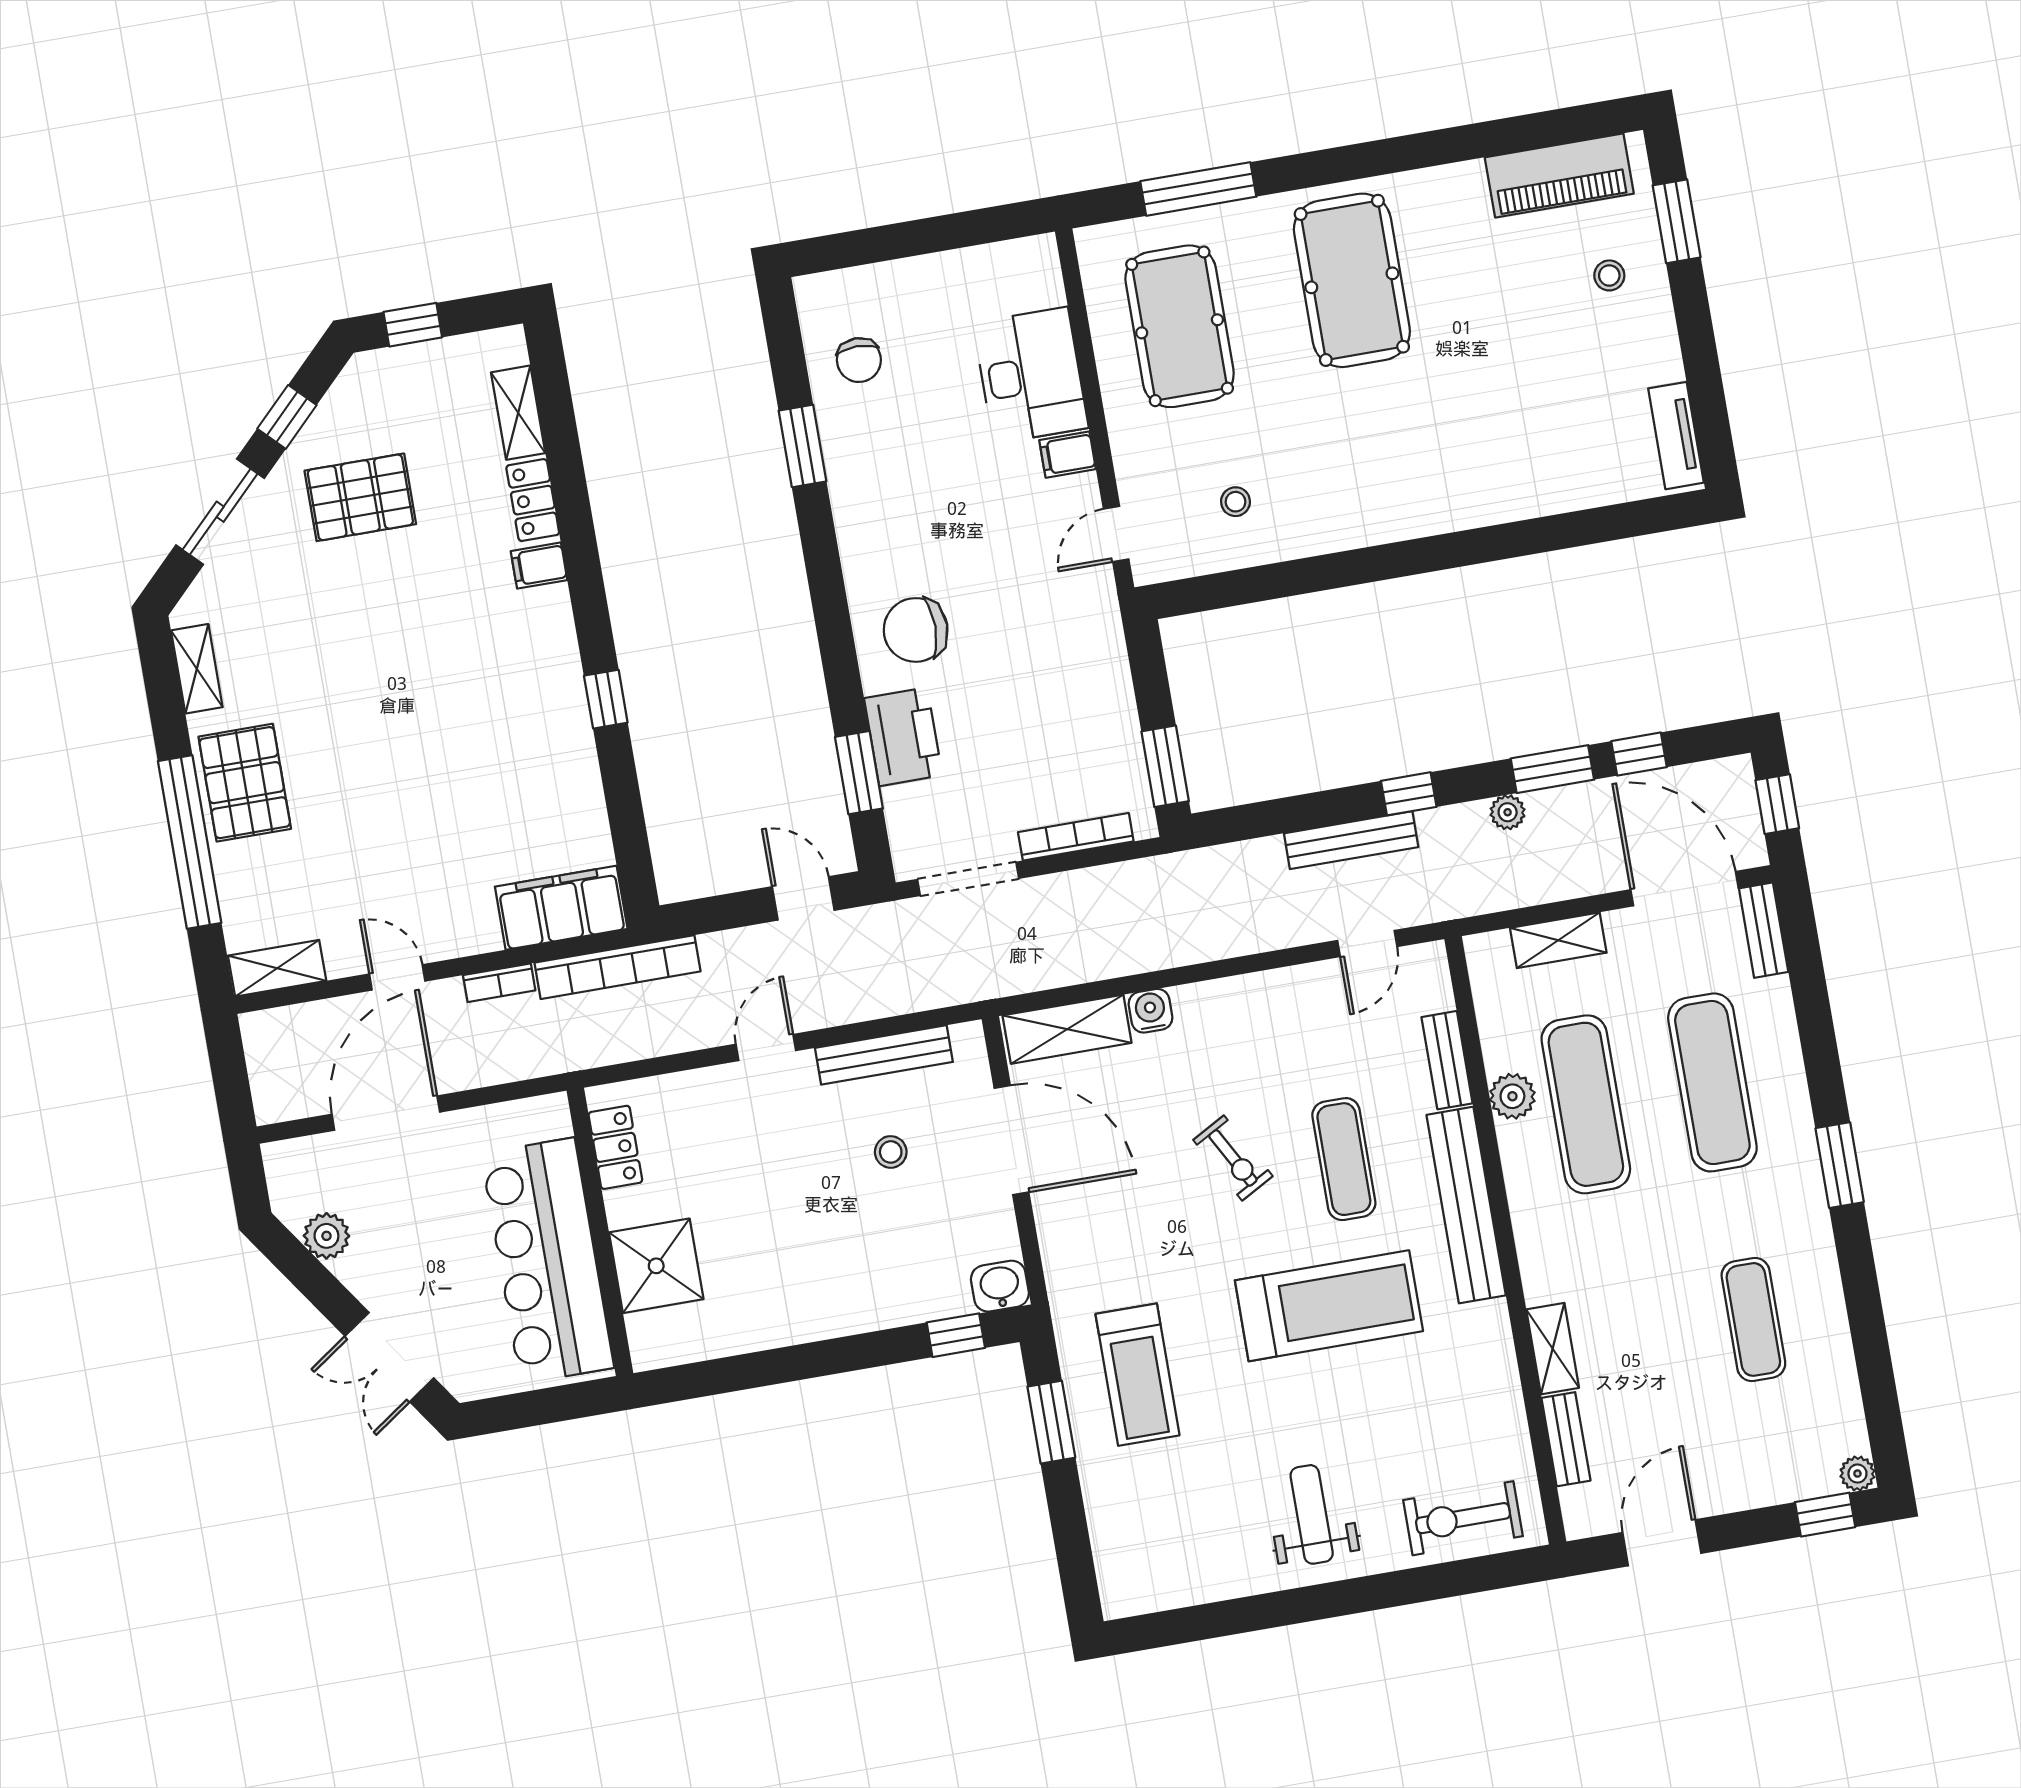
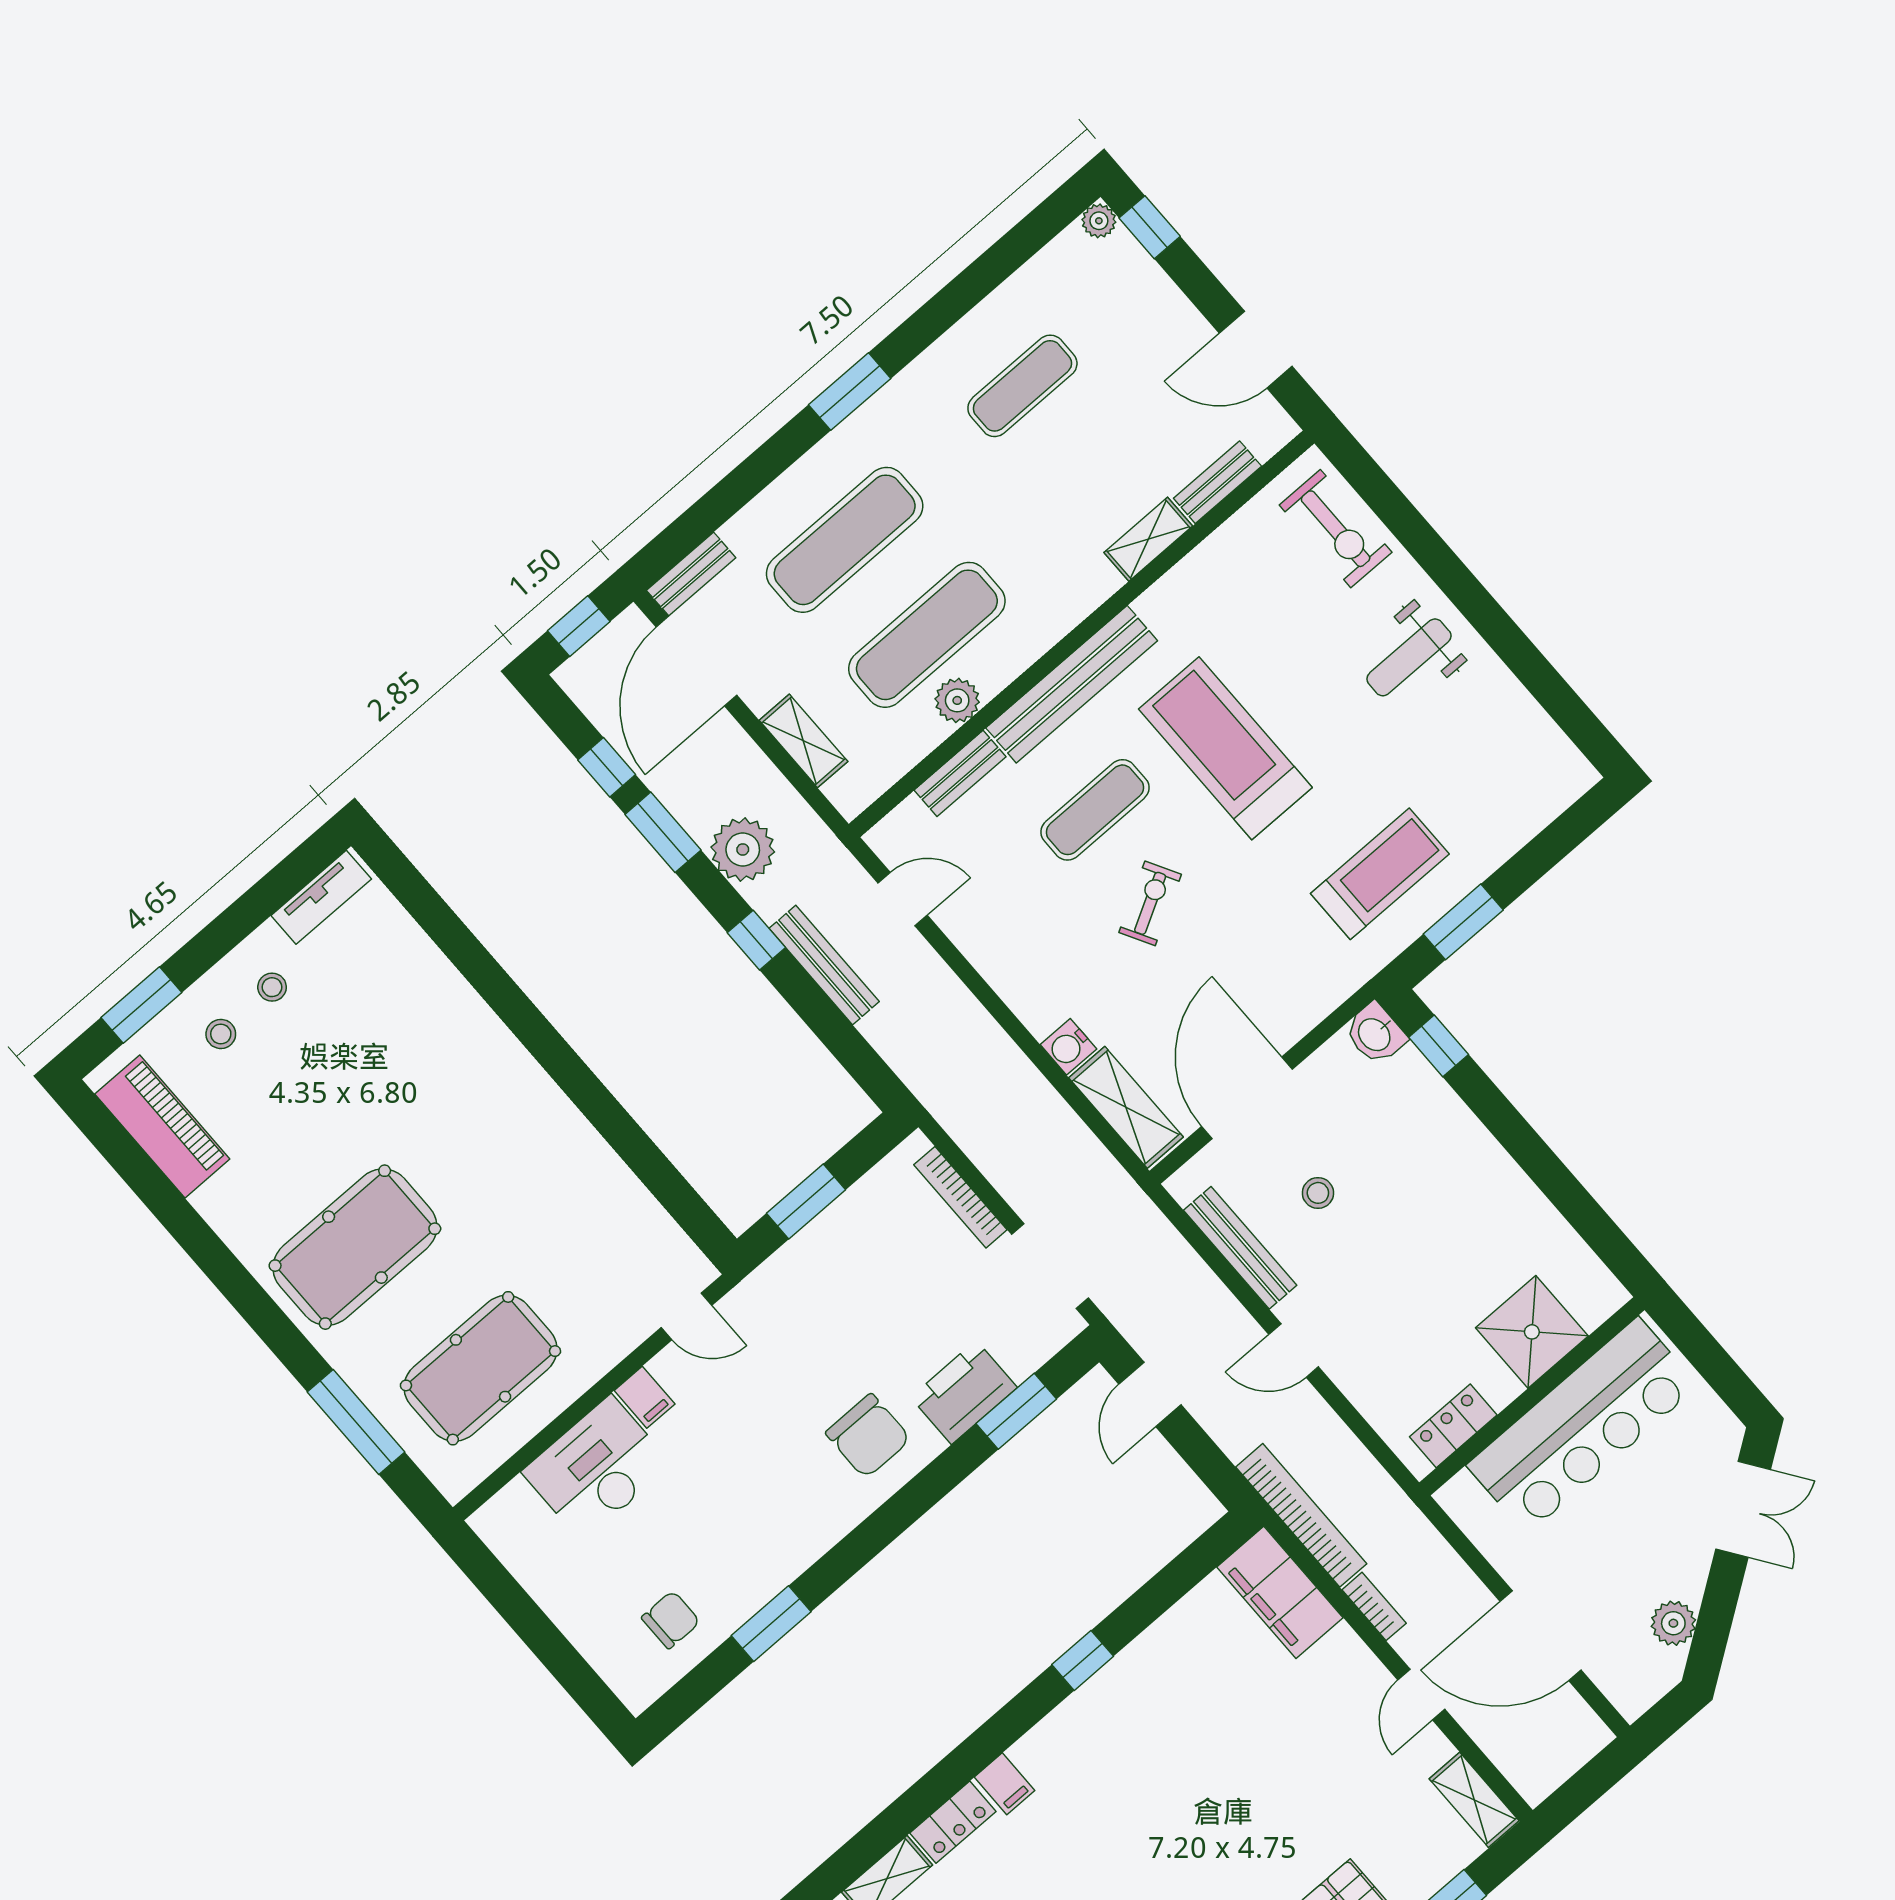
stool: (1236, 502) -> (272, 987), moved
window: (1165, 766) -> (806, 1202), moved
plant: (1508, 812) -> (743, 849), width x1.88, depth x1.88

